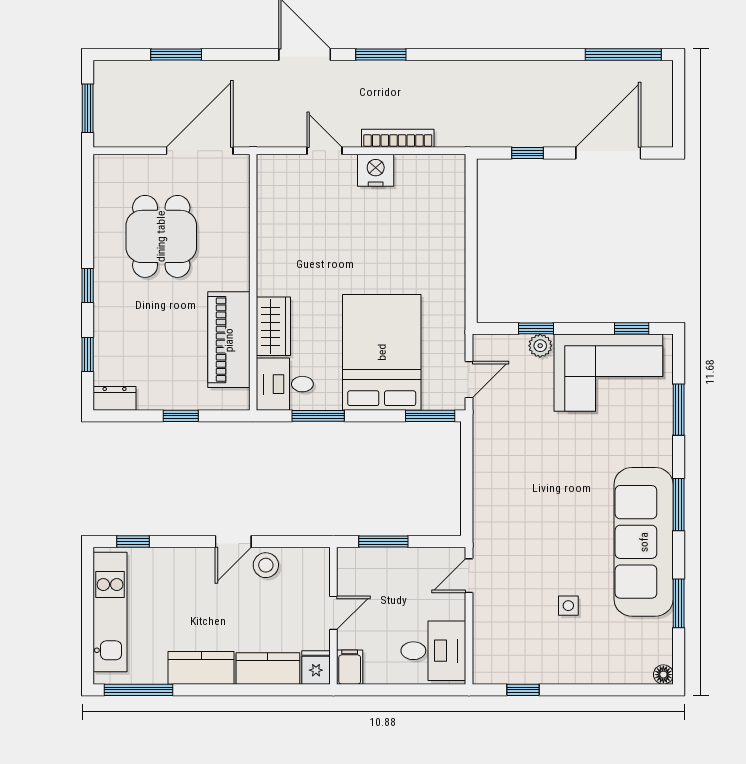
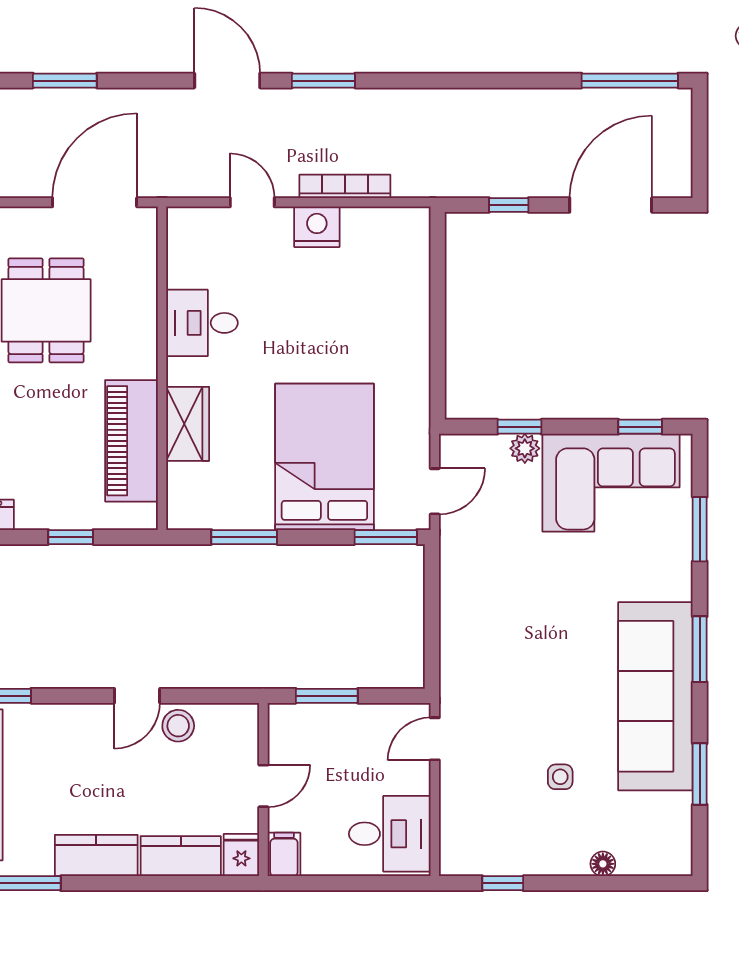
desk: (285, 384) -> (202, 323), moved
floor lamp: (663, 675) -> (603, 864), moved

